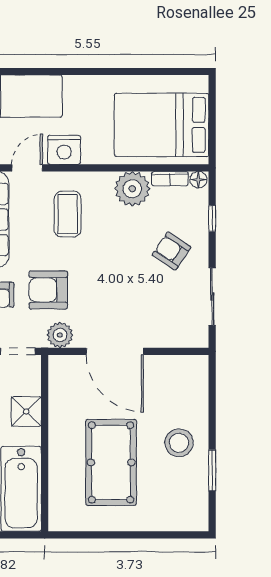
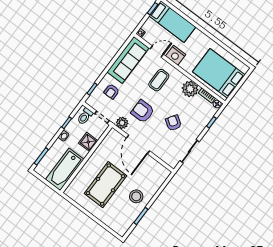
armchair: (172, 251) -> (173, 123), moved
armchair: (48, 290) -> (143, 111), moved

